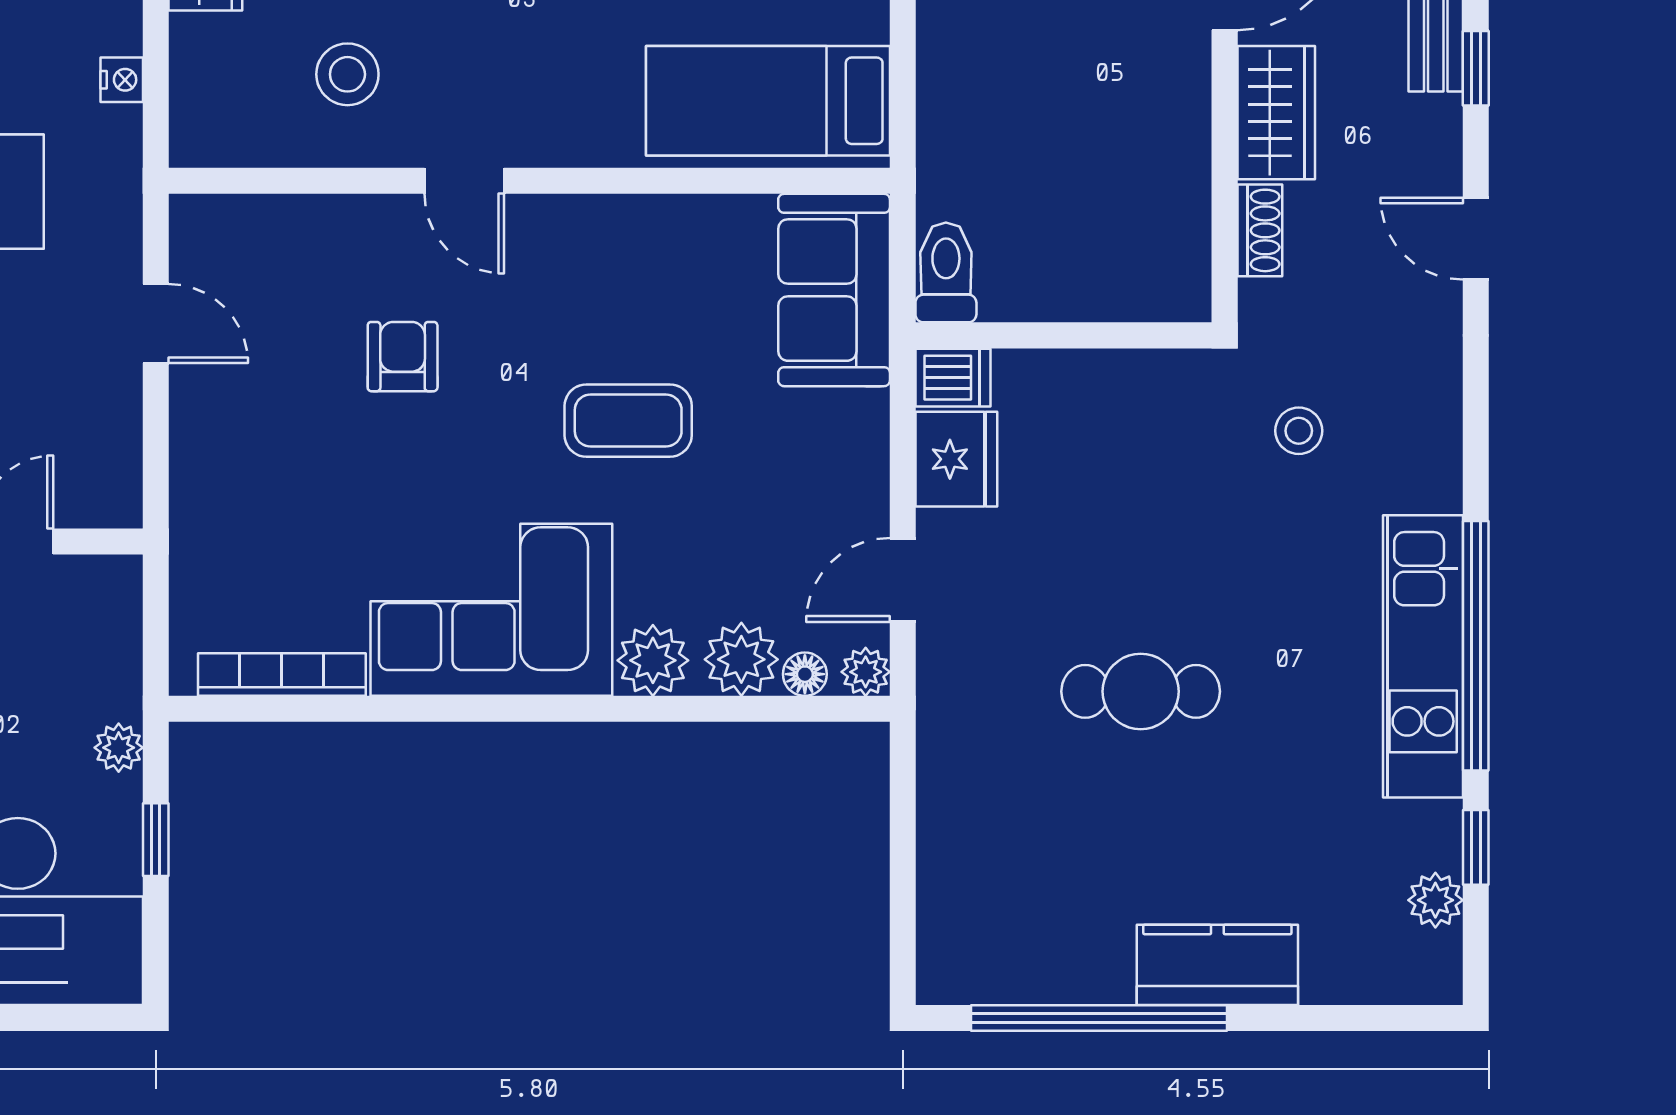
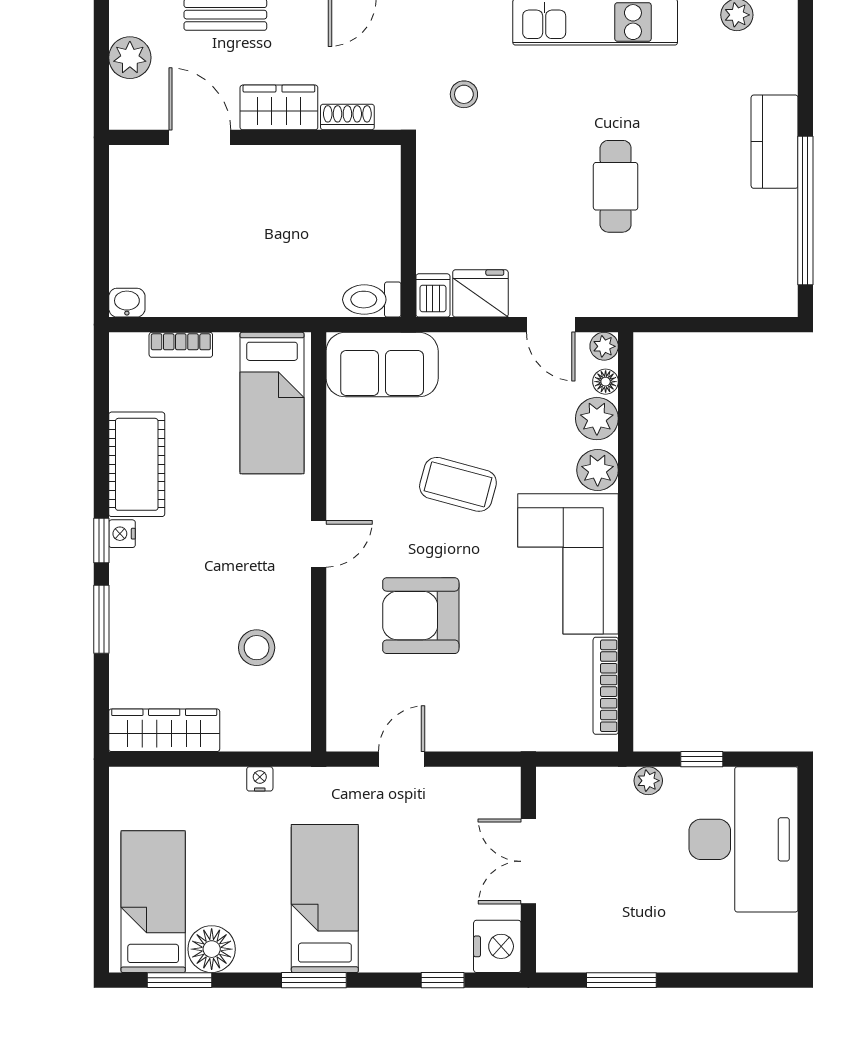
door: (464, 181) -> (319, 544), moved
armchair: (403, 357) -> (421, 616), width x1.88, depth x1.88
coffee table: (628, 421) -> (458, 484), turned -75

